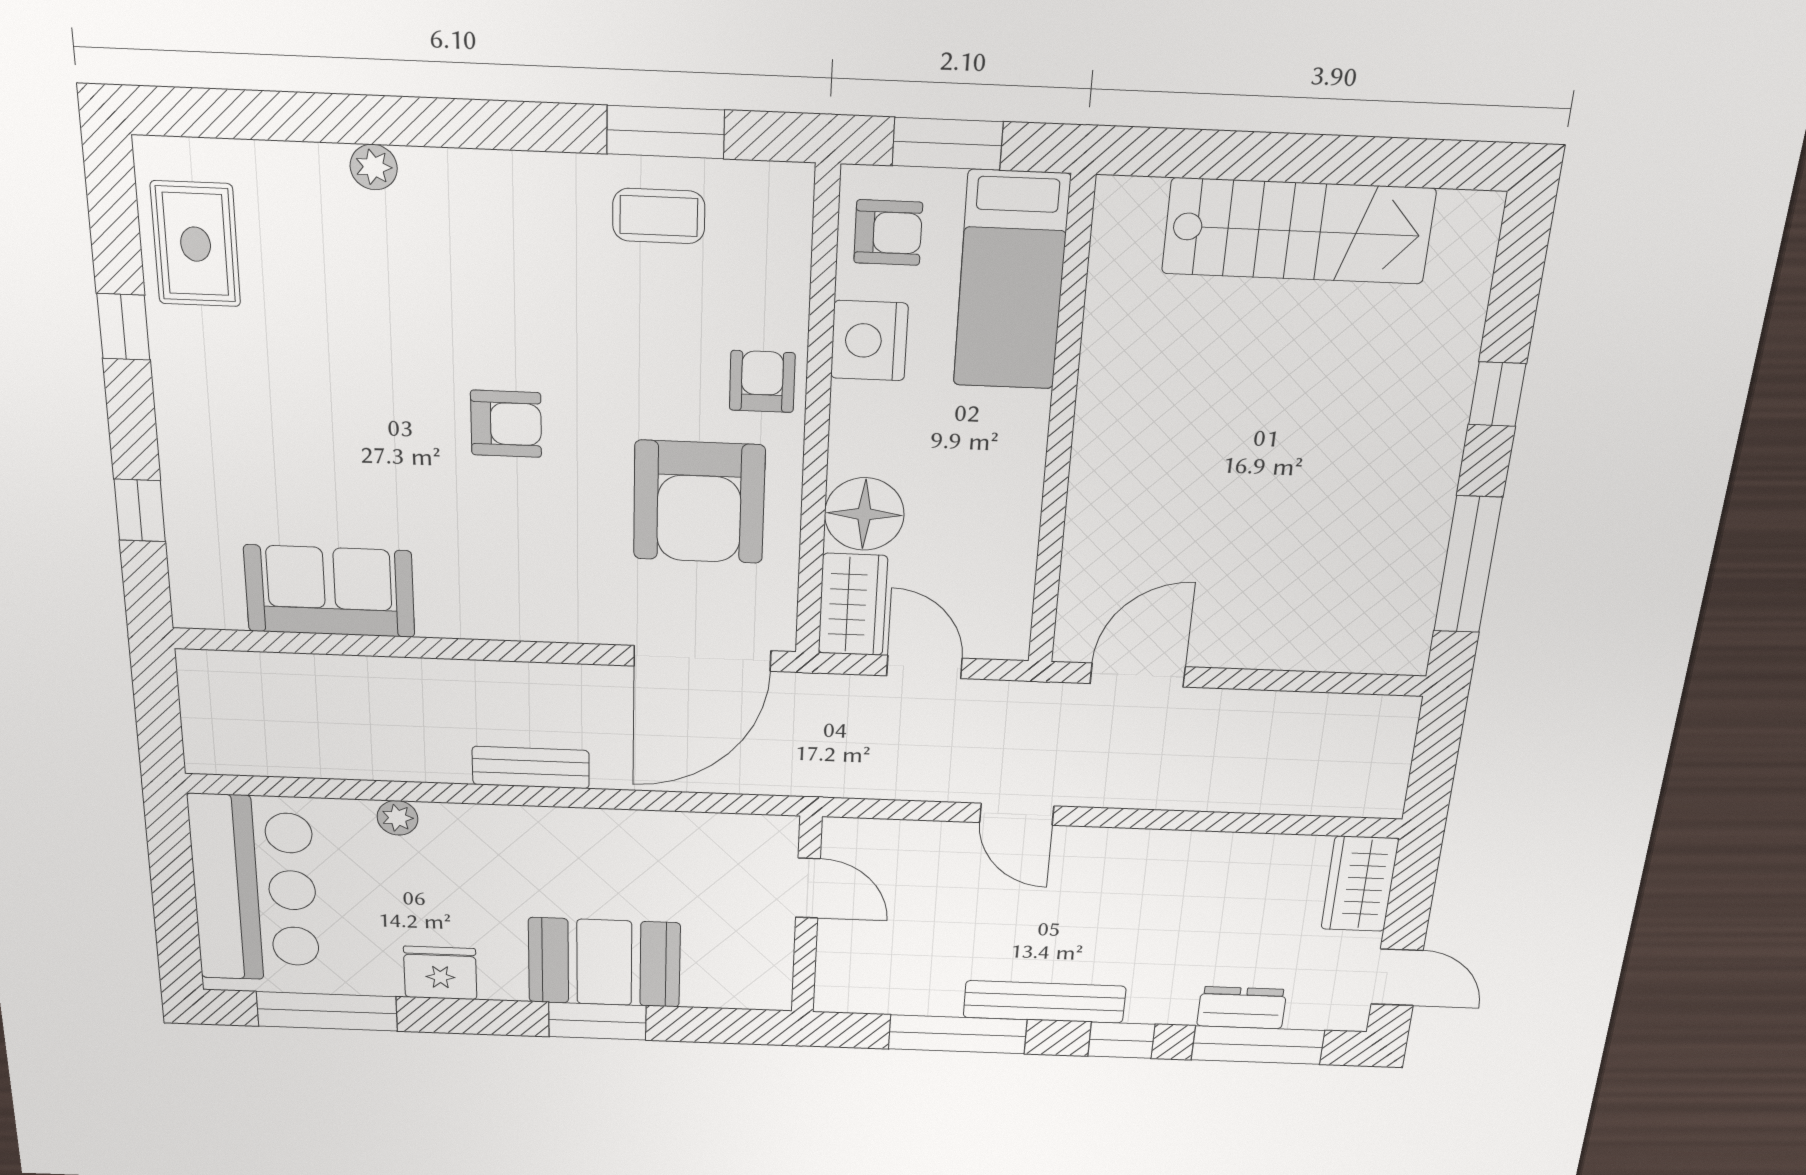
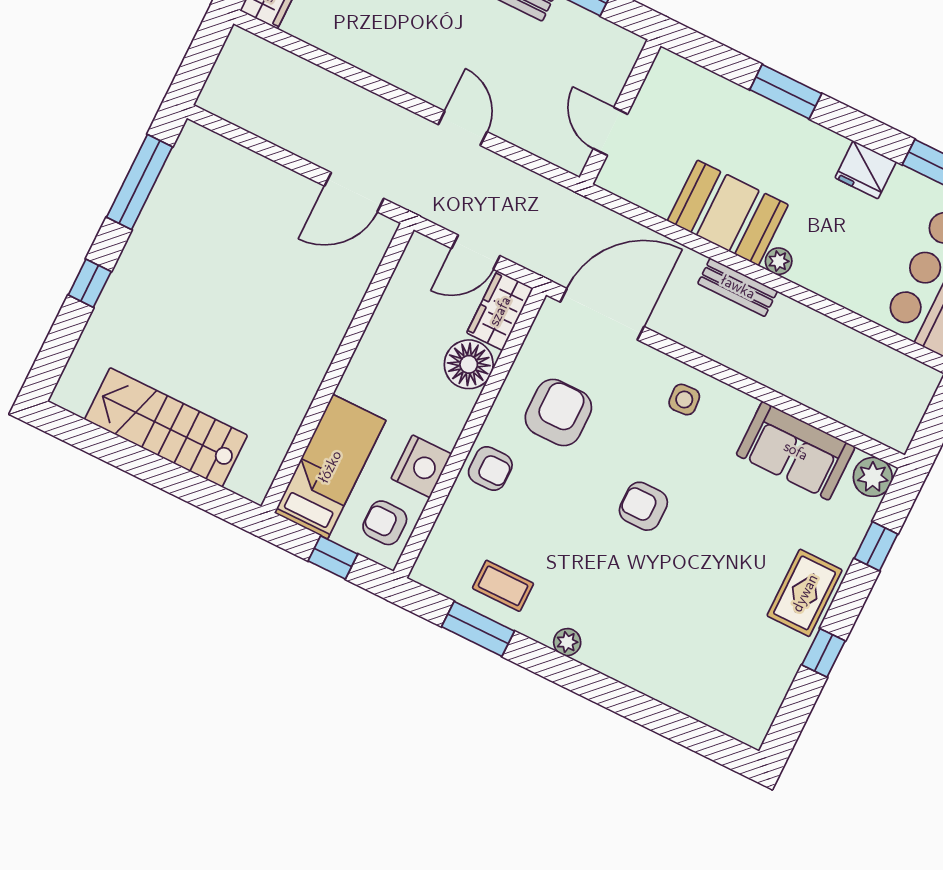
window: (947, 144) -> (333, 558), width x0.67
plant: (374, 167) -> (567, 642), moved
rug: (196, 244) -> (805, 593), moved
armchair: (762, 381) -> (490, 469), turned -90
armchair: (699, 502) -> (558, 413), width x0.73, depth x0.73
side table: (526, 594) -> (684, 400), added
plant: (201, 602) -> (873, 477), added
door: (924, 667) -> (476, 252), hinge flipped
plant: (397, 818) -> (779, 261), moved
booth: (604, 962) -> (728, 213), moved

